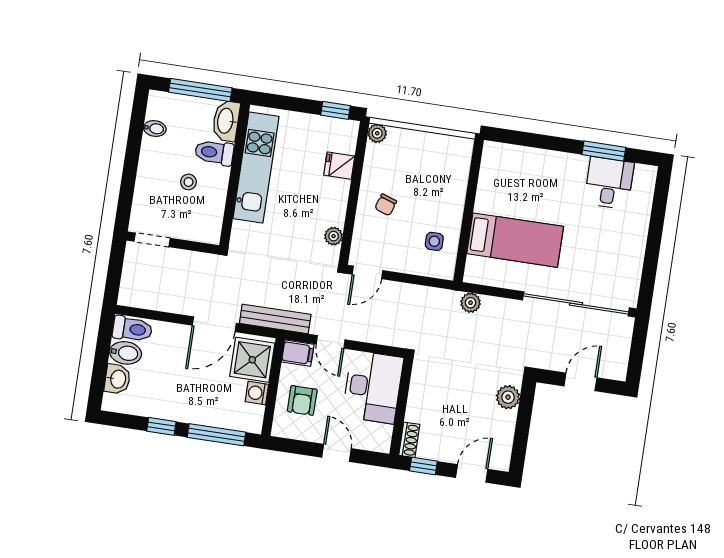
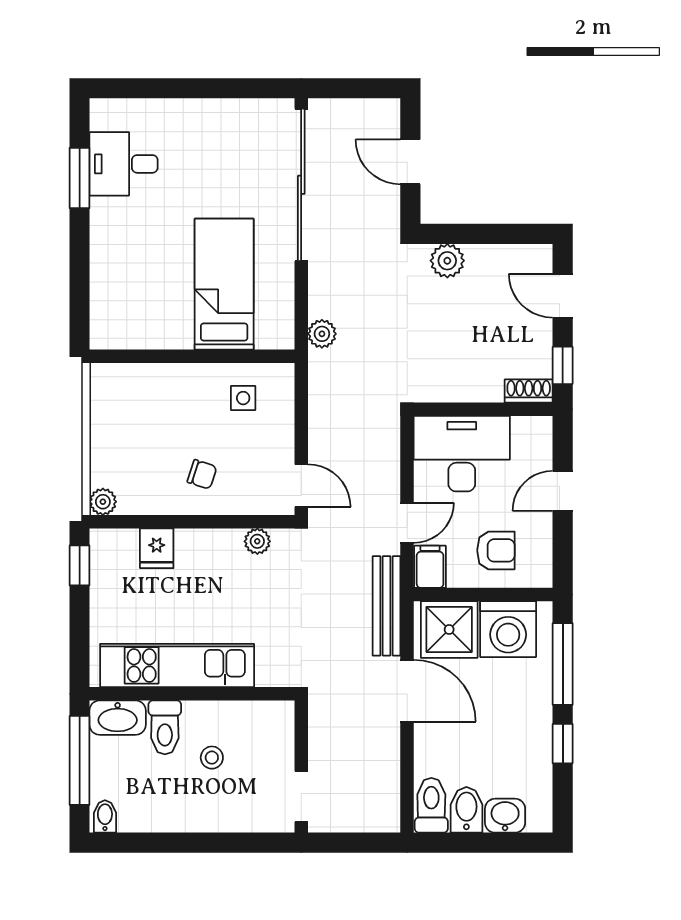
bidet: (155, 128) -> (105, 816), moved
washing machine: (257, 393) -> (508, 629), width x1.89, depth x1.89

